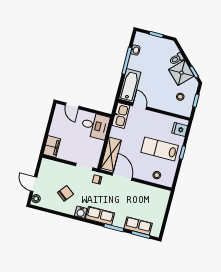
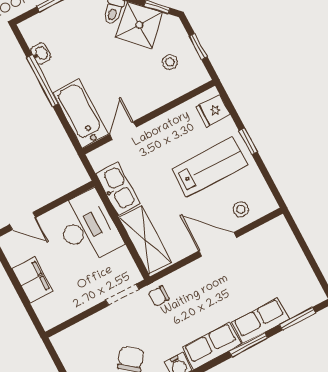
door: (140, 106) -> (123, 131), hinge flipped
kitchen sink: (121, 115) -> (118, 189), moved
desk: (95, 126) -> (87, 227), width x1.37
filing cabinet: (52, 147) -> (32, 280), moved
lab bench: (160, 149) -> (210, 167), turned 180
door: (122, 177) -> (218, 244), moved
row of seats: (138, 226) -> (260, 321), moved

